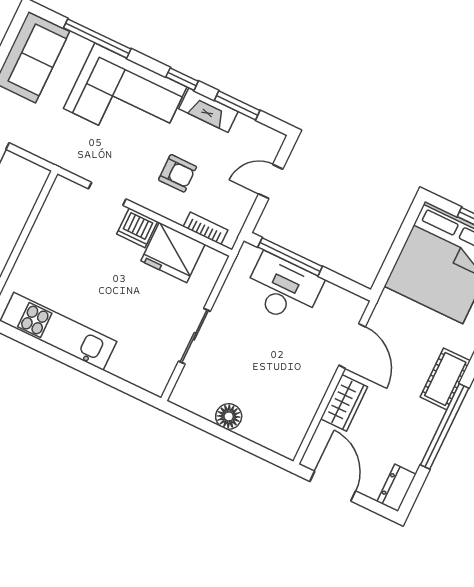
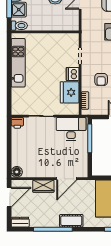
desk: (283, 289) -> (71, 129), moved, turned -90
printer: (184, 394) -> (17, 123), added
floor lamp: (229, 416) -> (17, 172), moved

